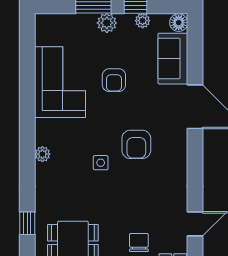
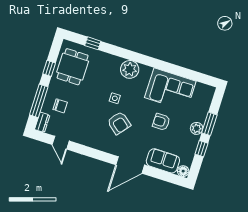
plant: (143, 21) -> (191, 150), removed
armchair: (136, 144) -> (119, 123), turned -141
plant: (42, 154) -> (130, 69), width x1.88, depth x1.88

